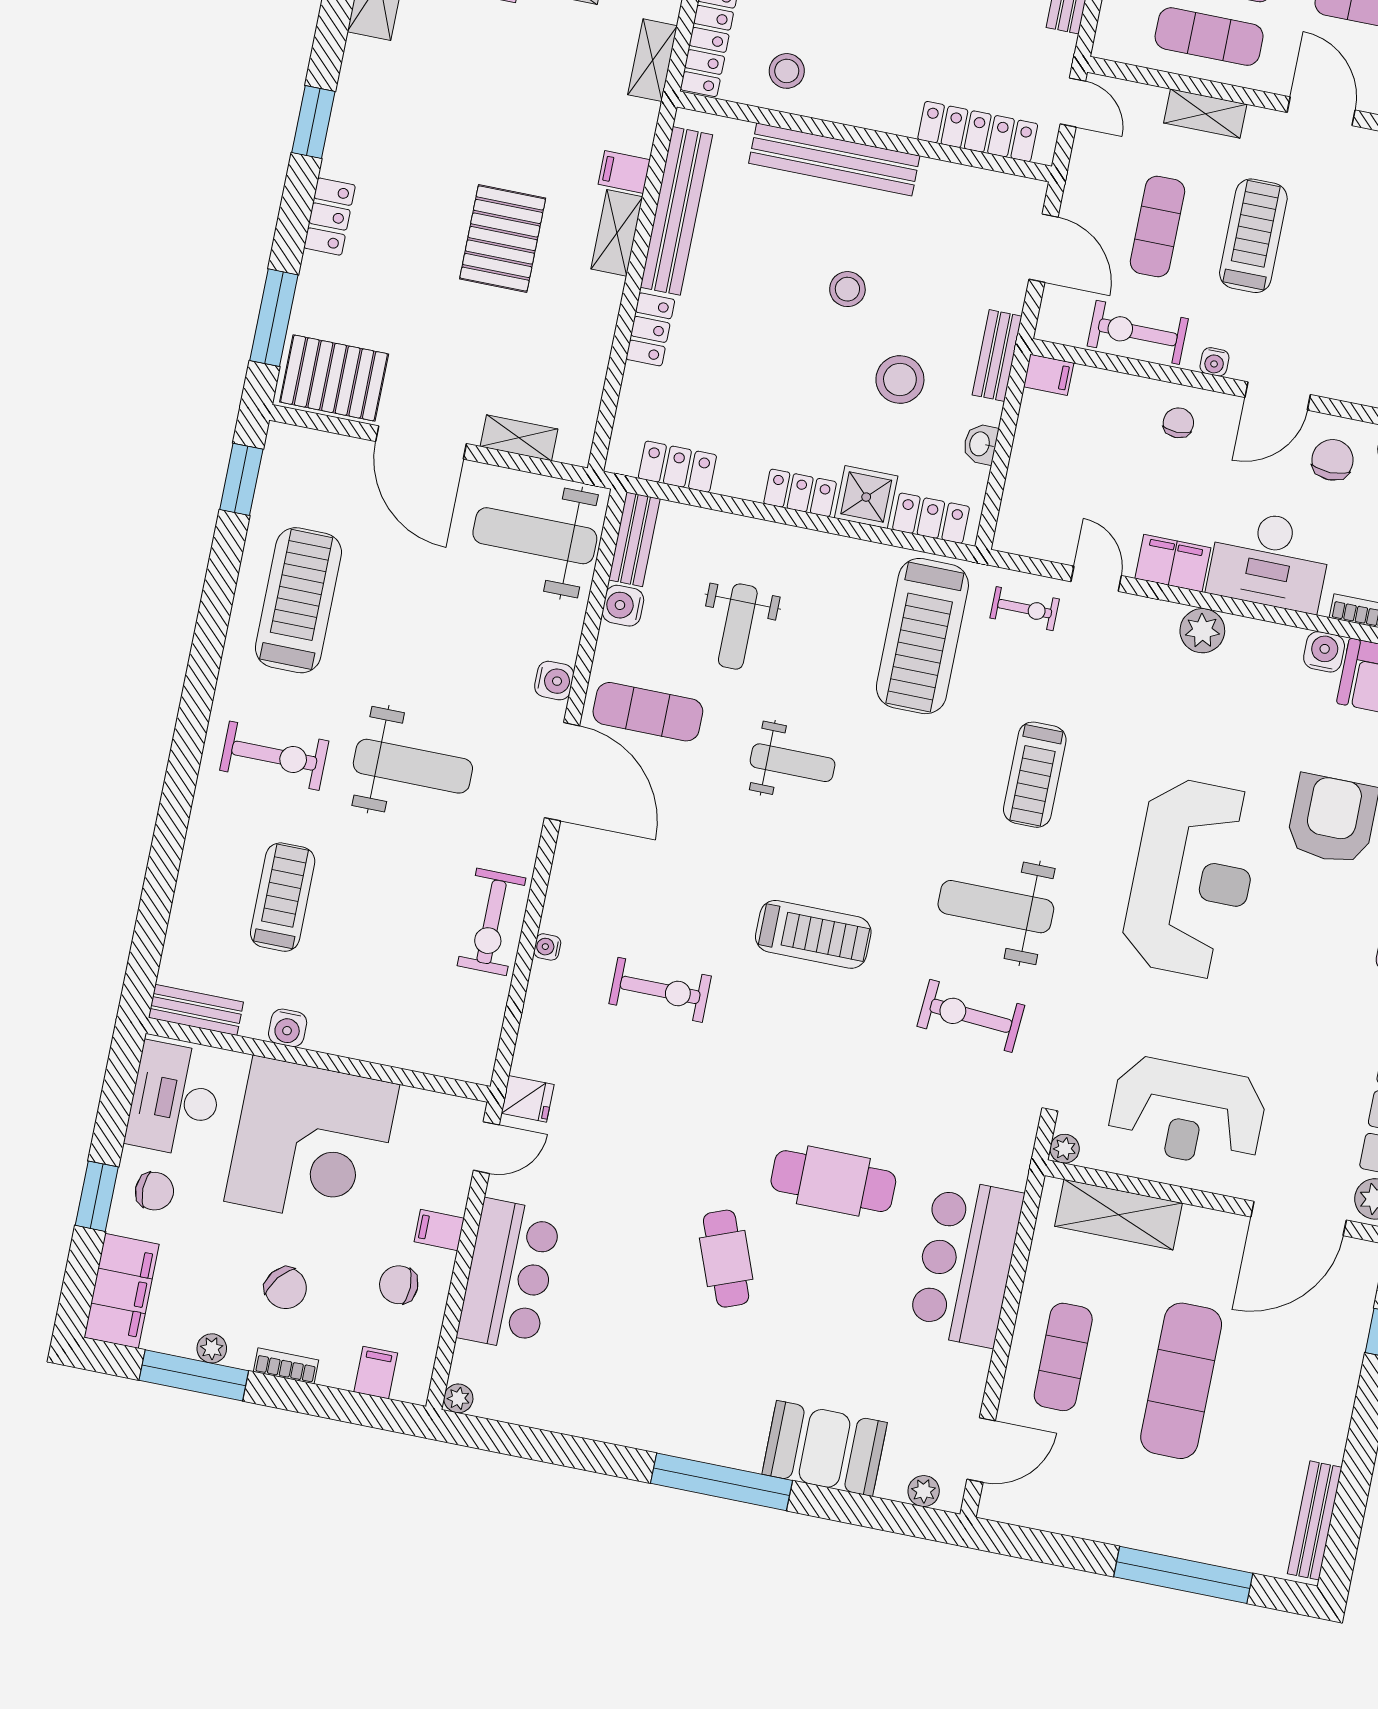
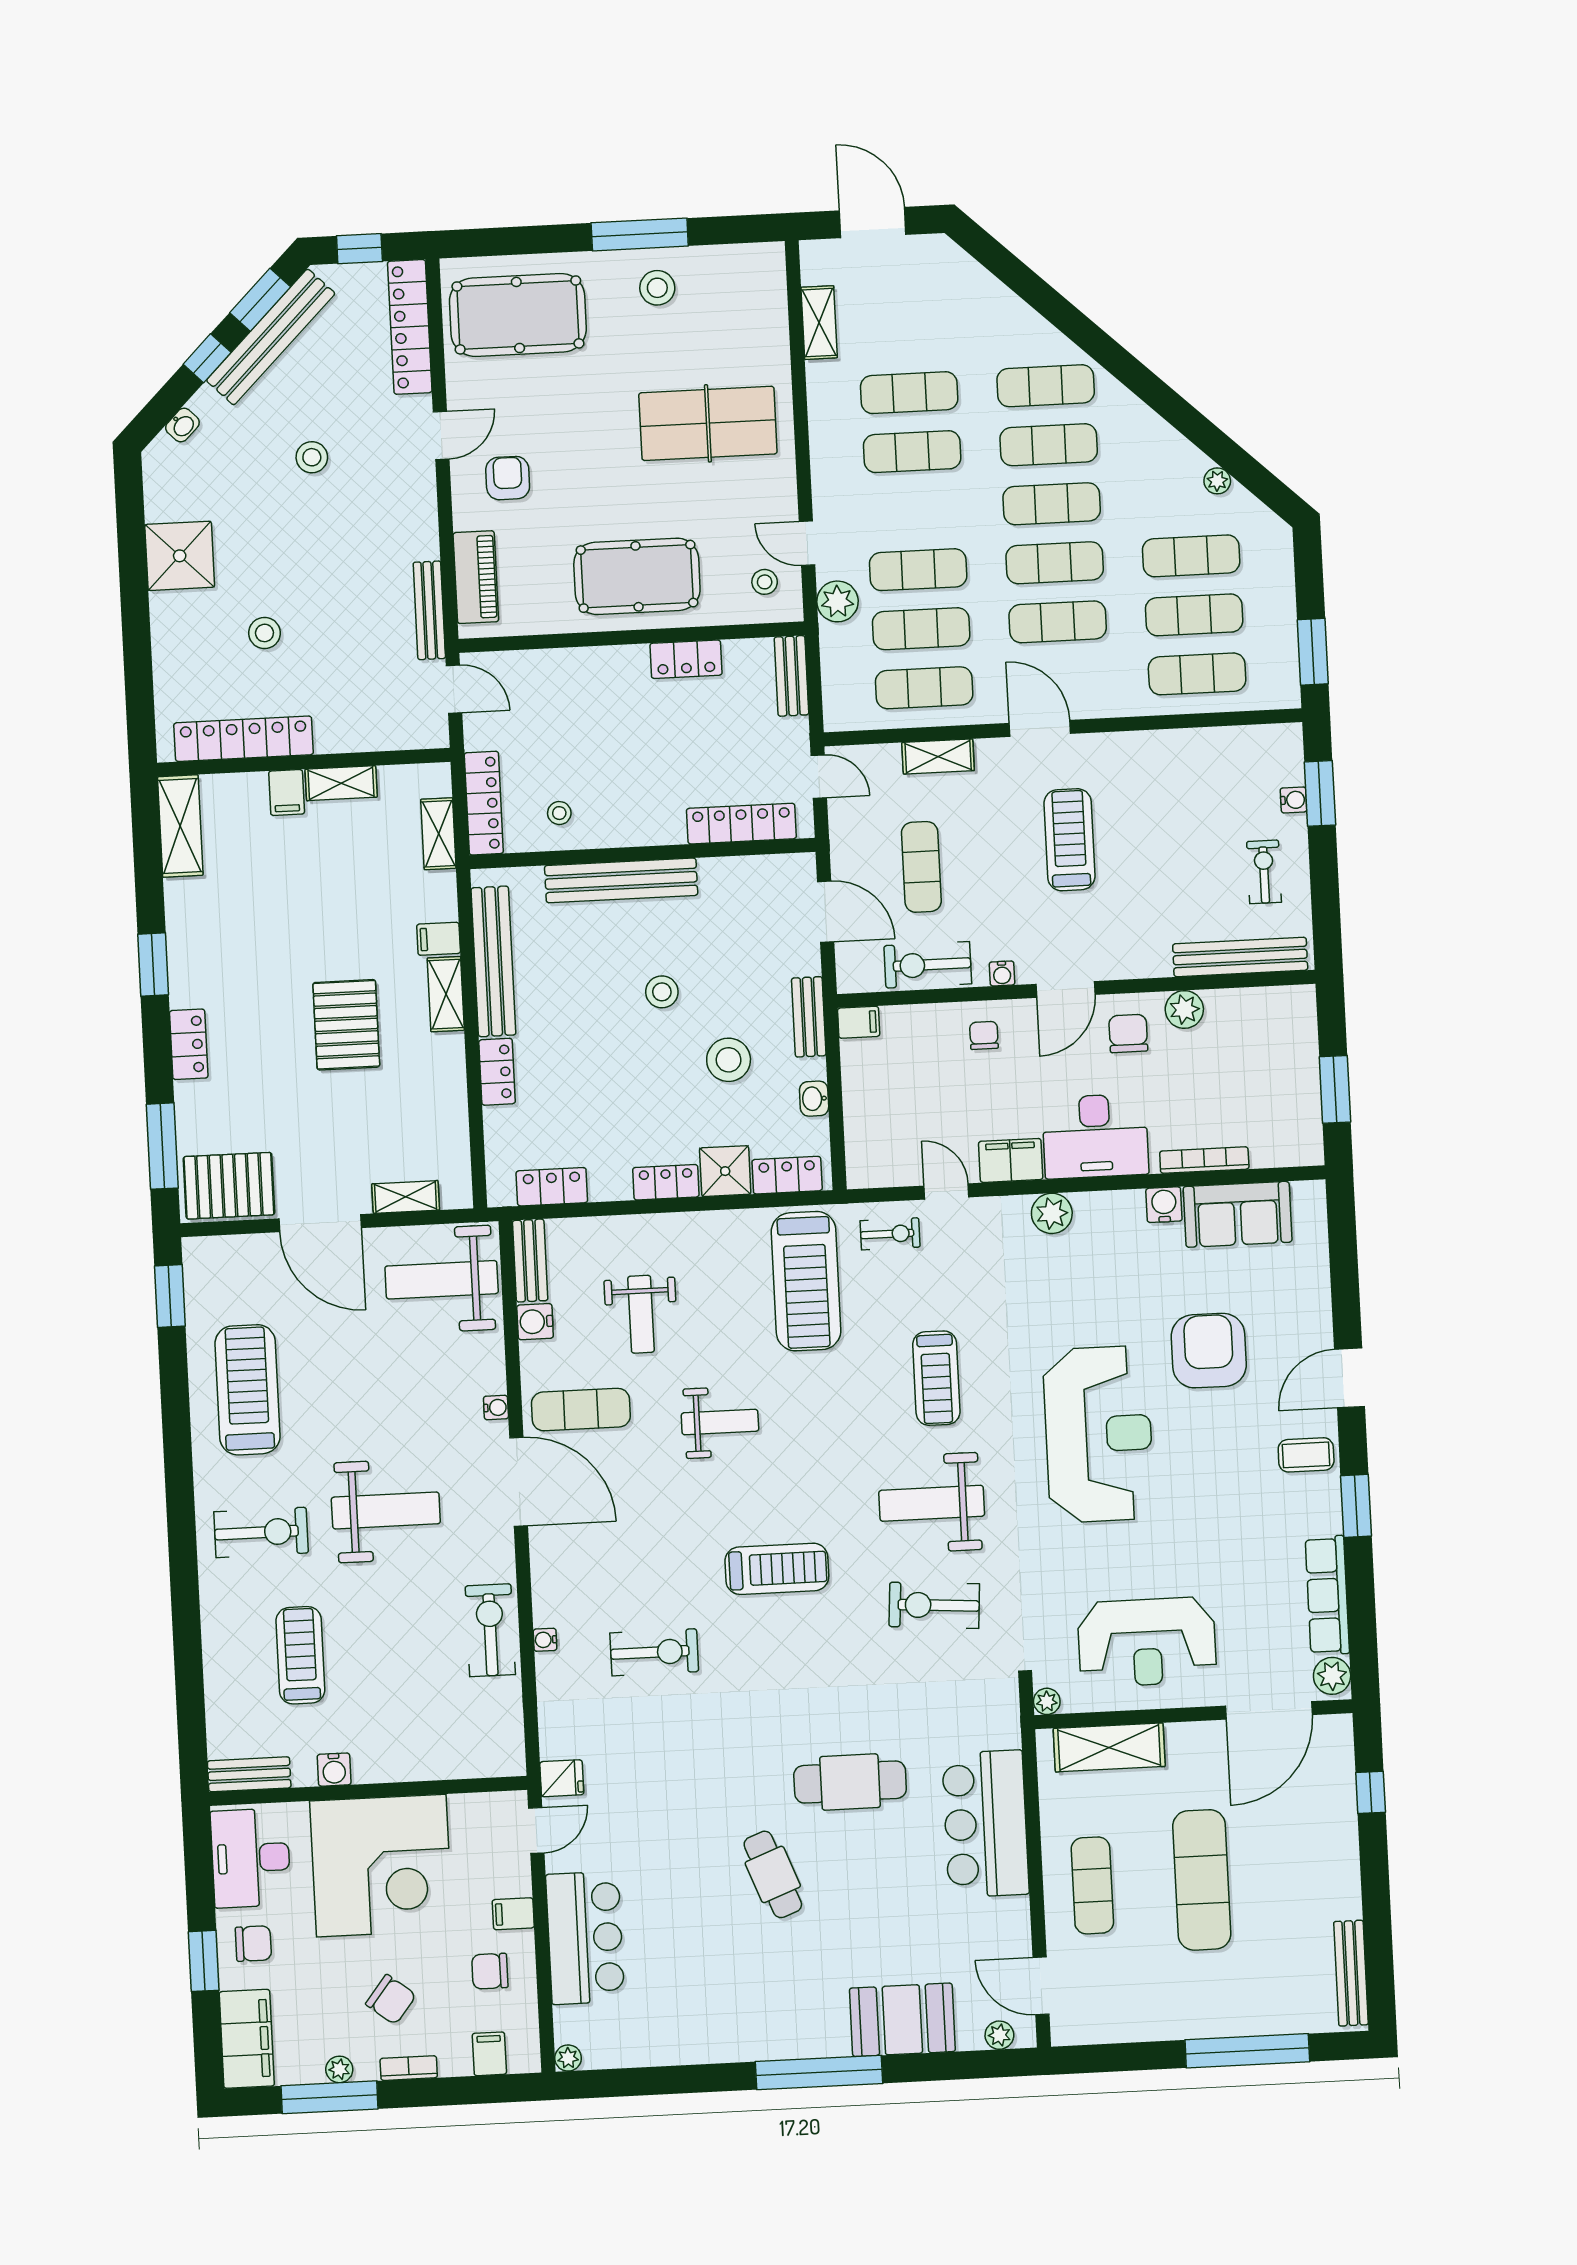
stool: (787, 71) -> (559, 813), width x0.73, depth x0.73
treadmill: (1253, 236) -> (1069, 840), moved
water cooler: (554, 681) -> (496, 1408), width x0.72, depth x0.72
exercise bike: (492, 922) -> (490, 1630), turned 180
door: (981, 1450) -> (1041, 1986), swing flipped

